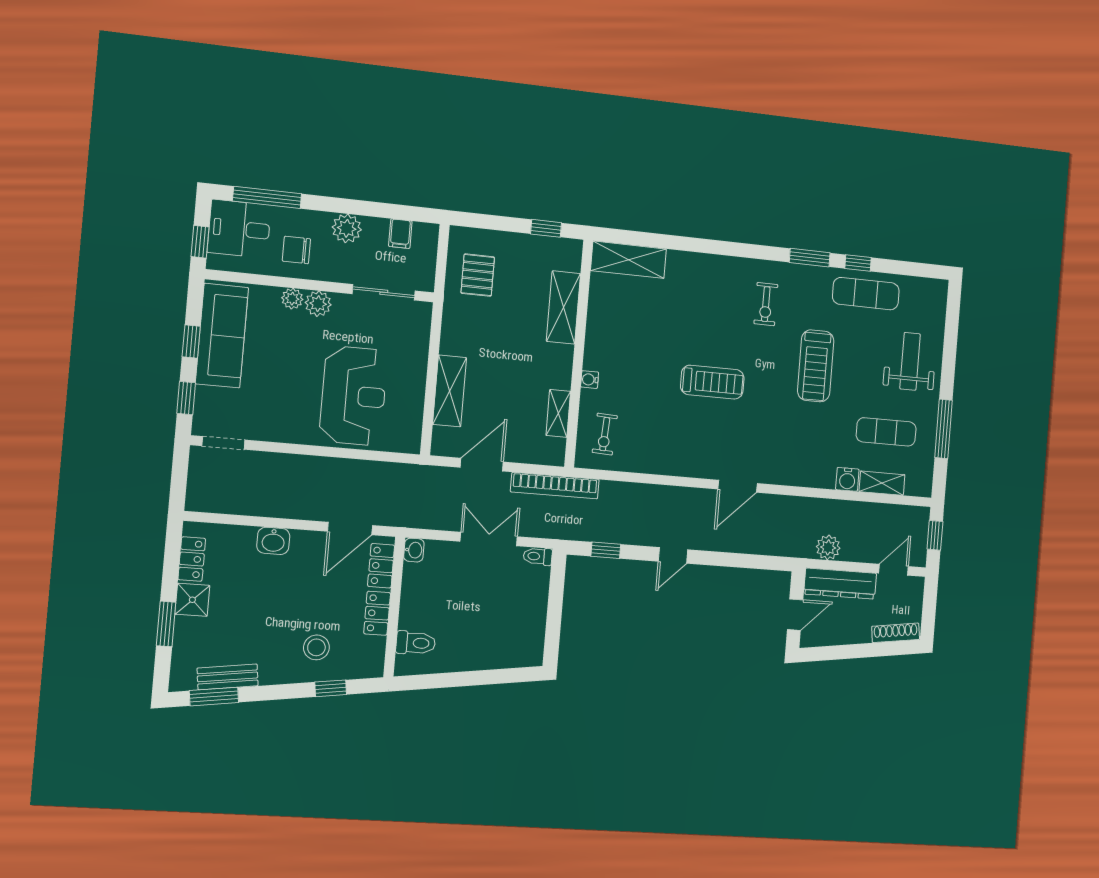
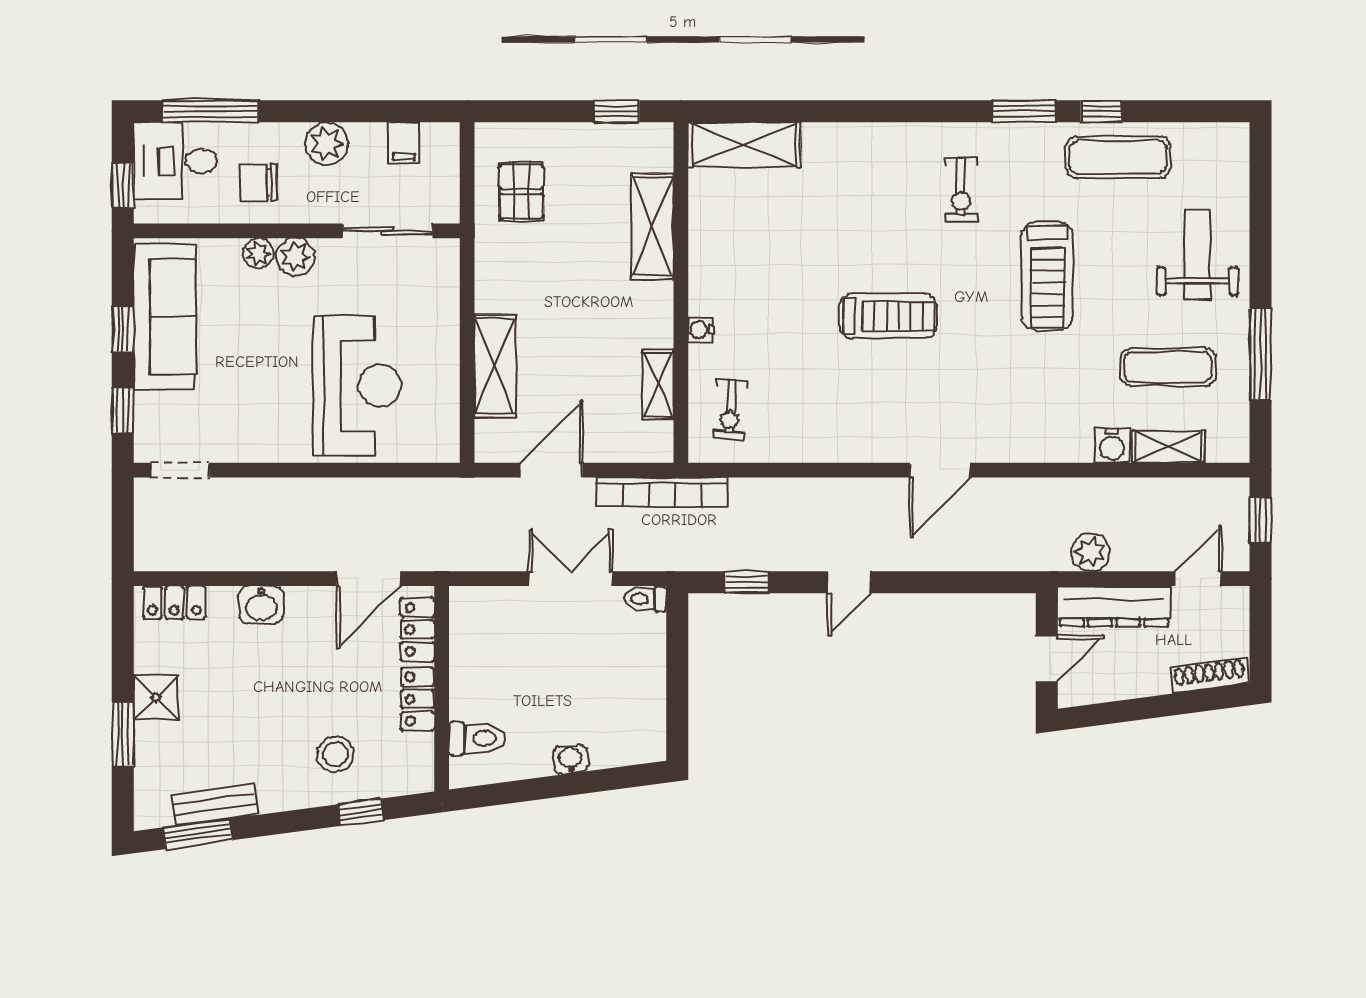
washbasin: (414, 550) -> (570, 759), moved, turned -98
locker: (192, 559) -> (174, 603), moved, turned 90

